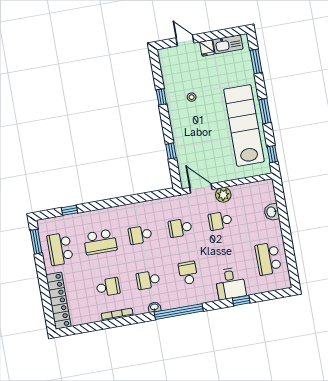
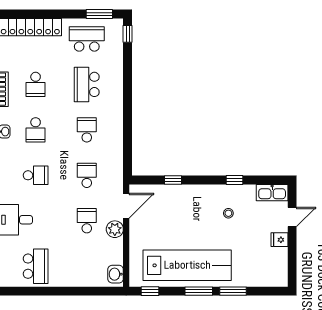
kitchen sink: (228, 44) -> (272, 193), moved, turned -90
window: (256, 61) -> (233, 291), moved
window: (70, 210) -> (128, 34), moved
washbasin: (272, 212) -> (116, 274), moved, turned -90
school desk: (268, 259) -> (36, 266), turned 90
school desk: (148, 280) -> (36, 130), turned 180

